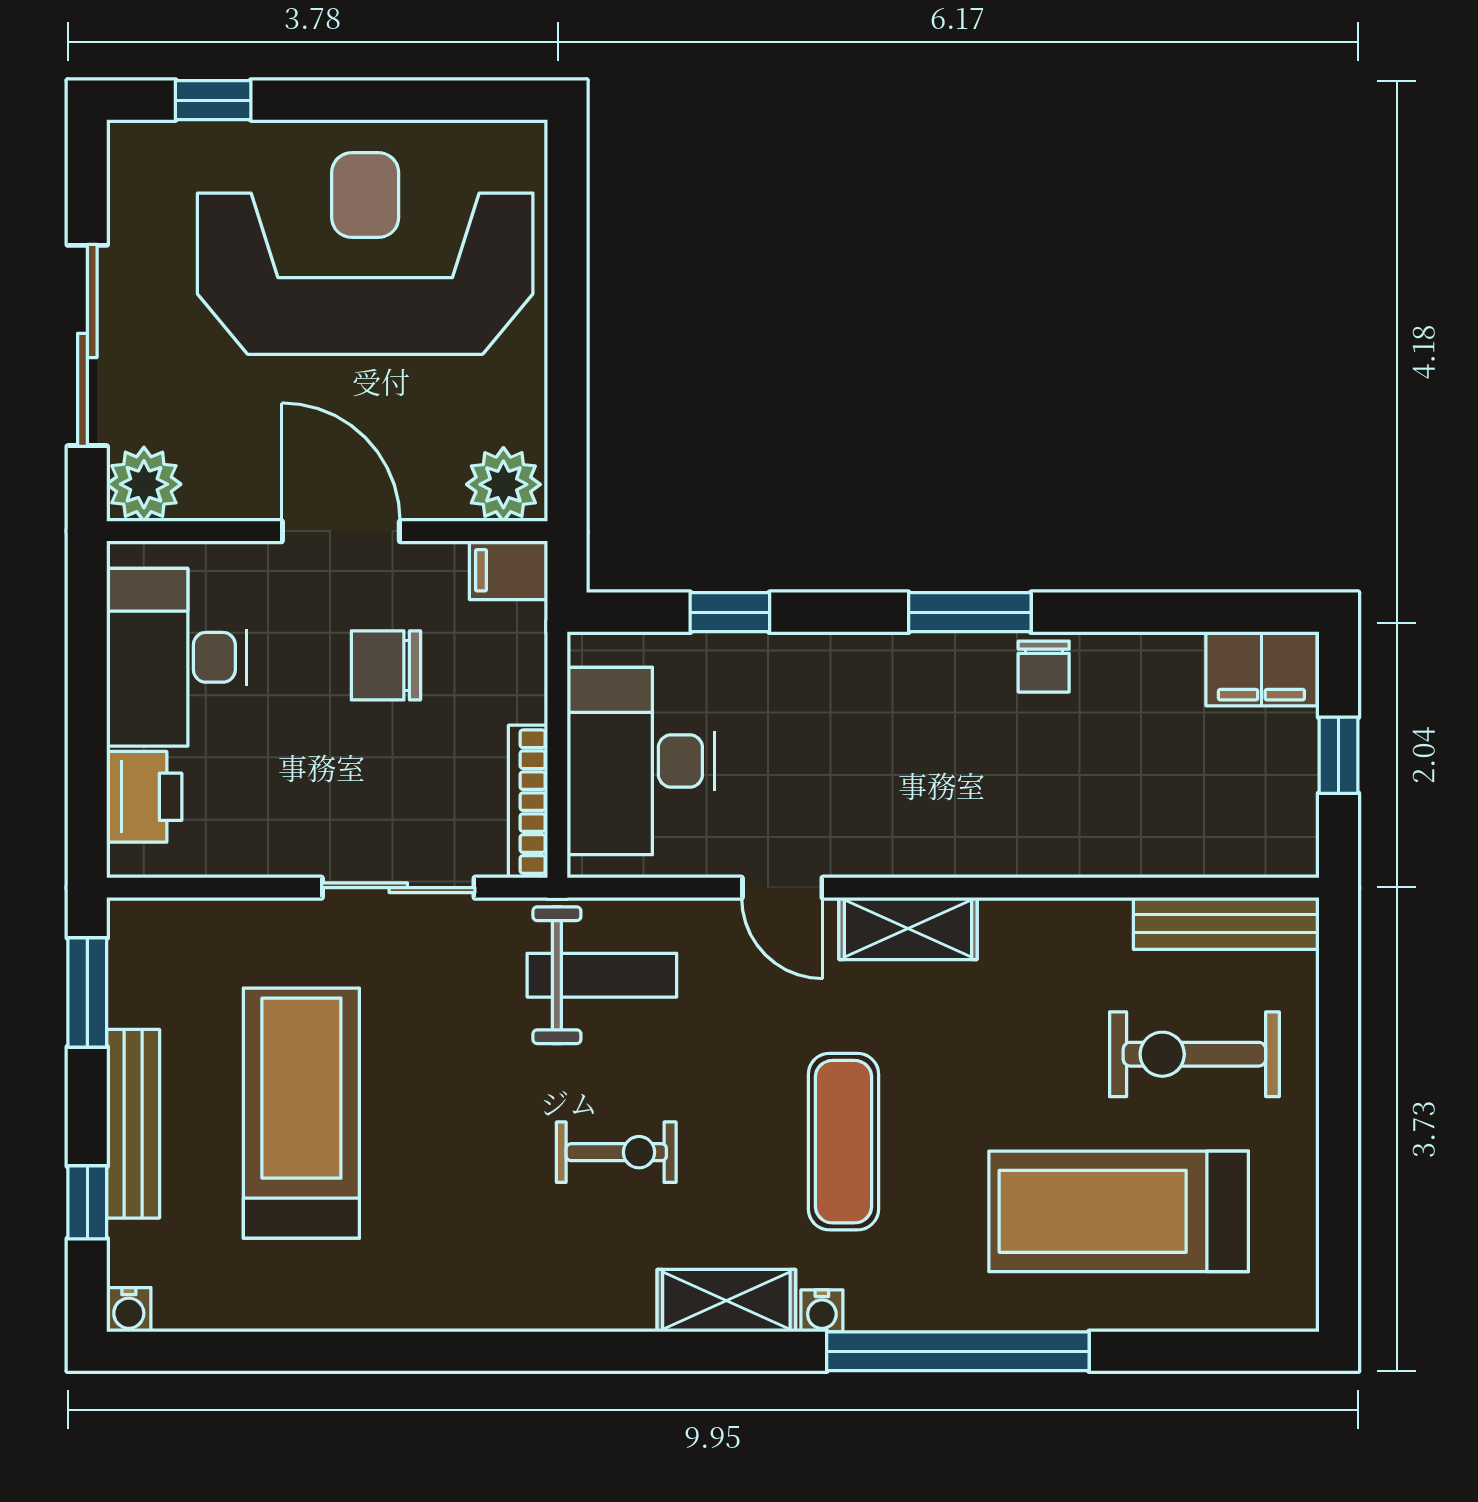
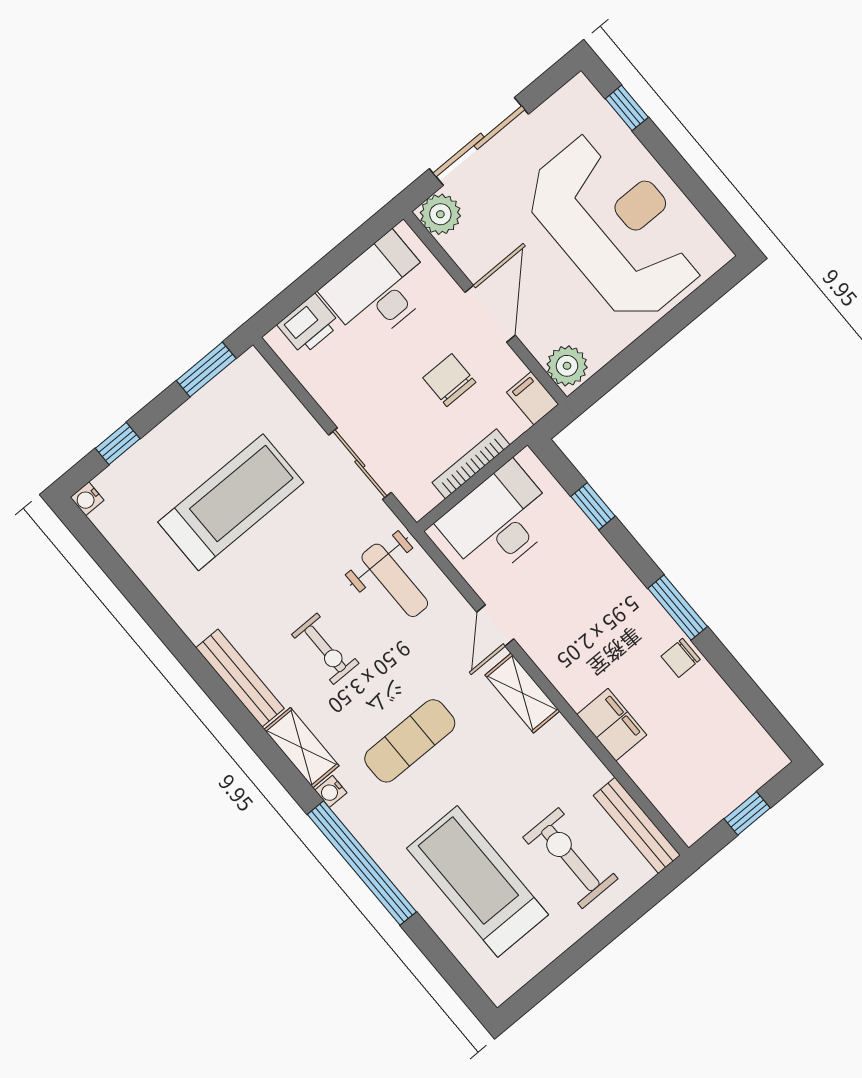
filing cabinet: (1261, 669) -> (612, 725), moved, turned 180
bookcase: (528, 802) -> (471, 464), moved
bench: (133, 1124) -> (240, 678), moved, turned 90

